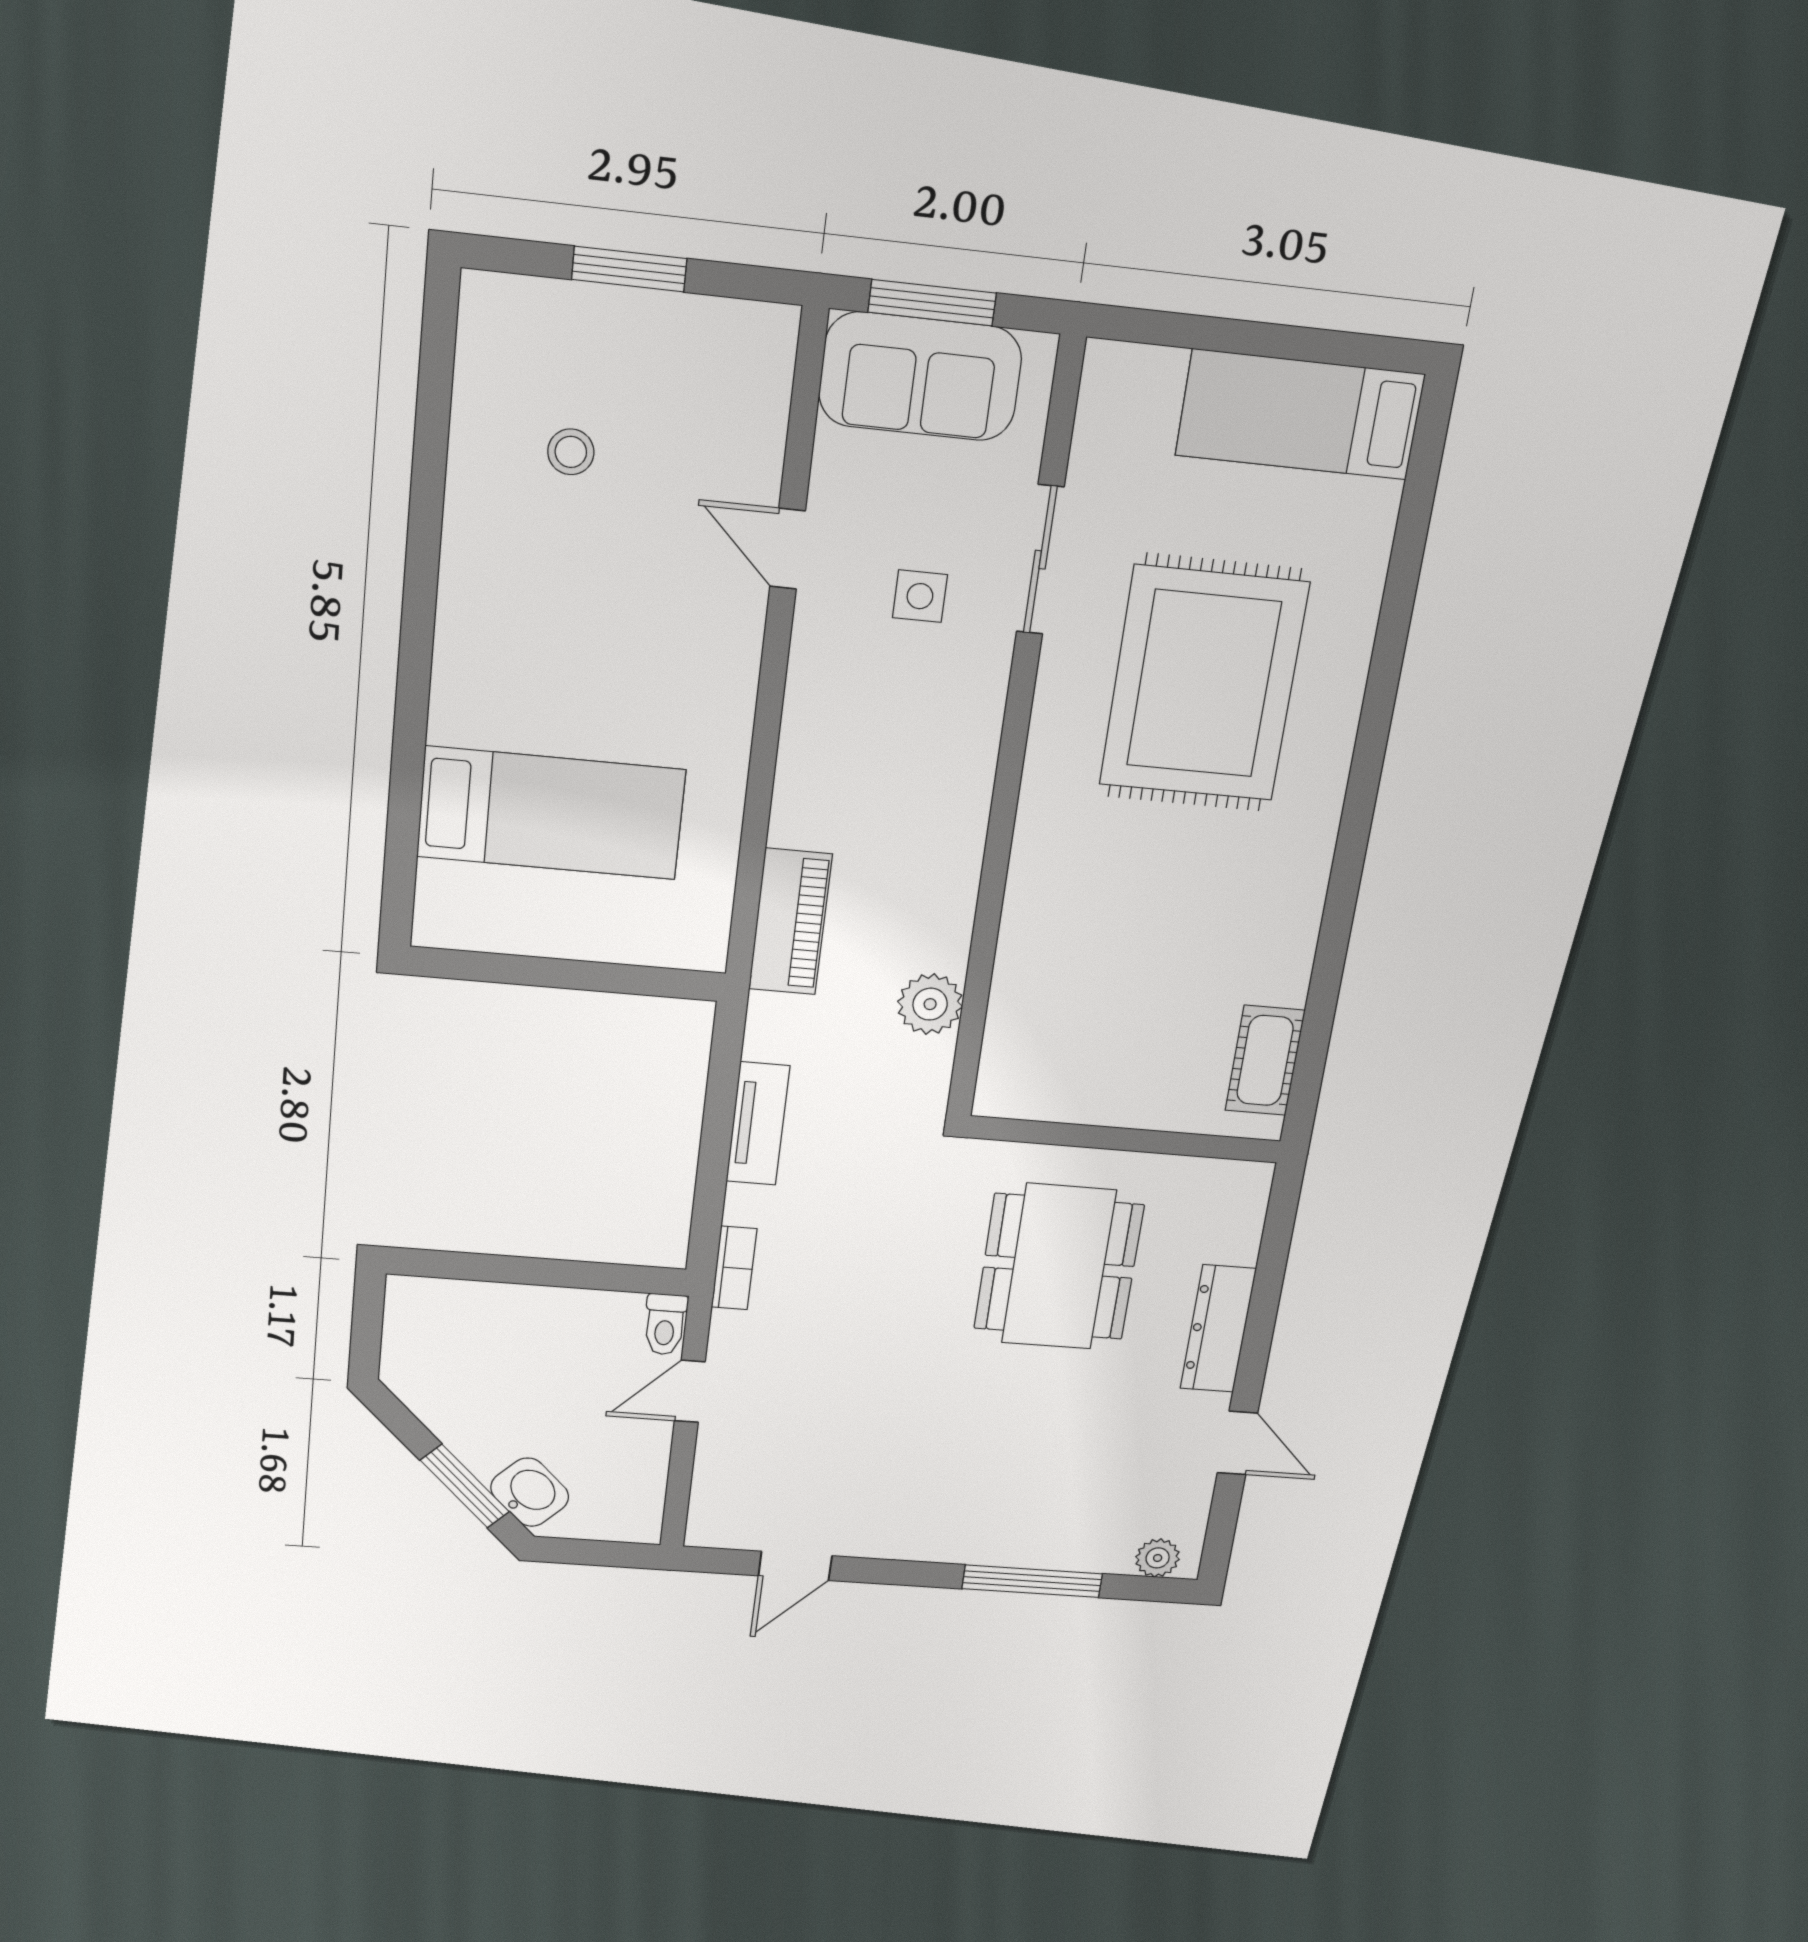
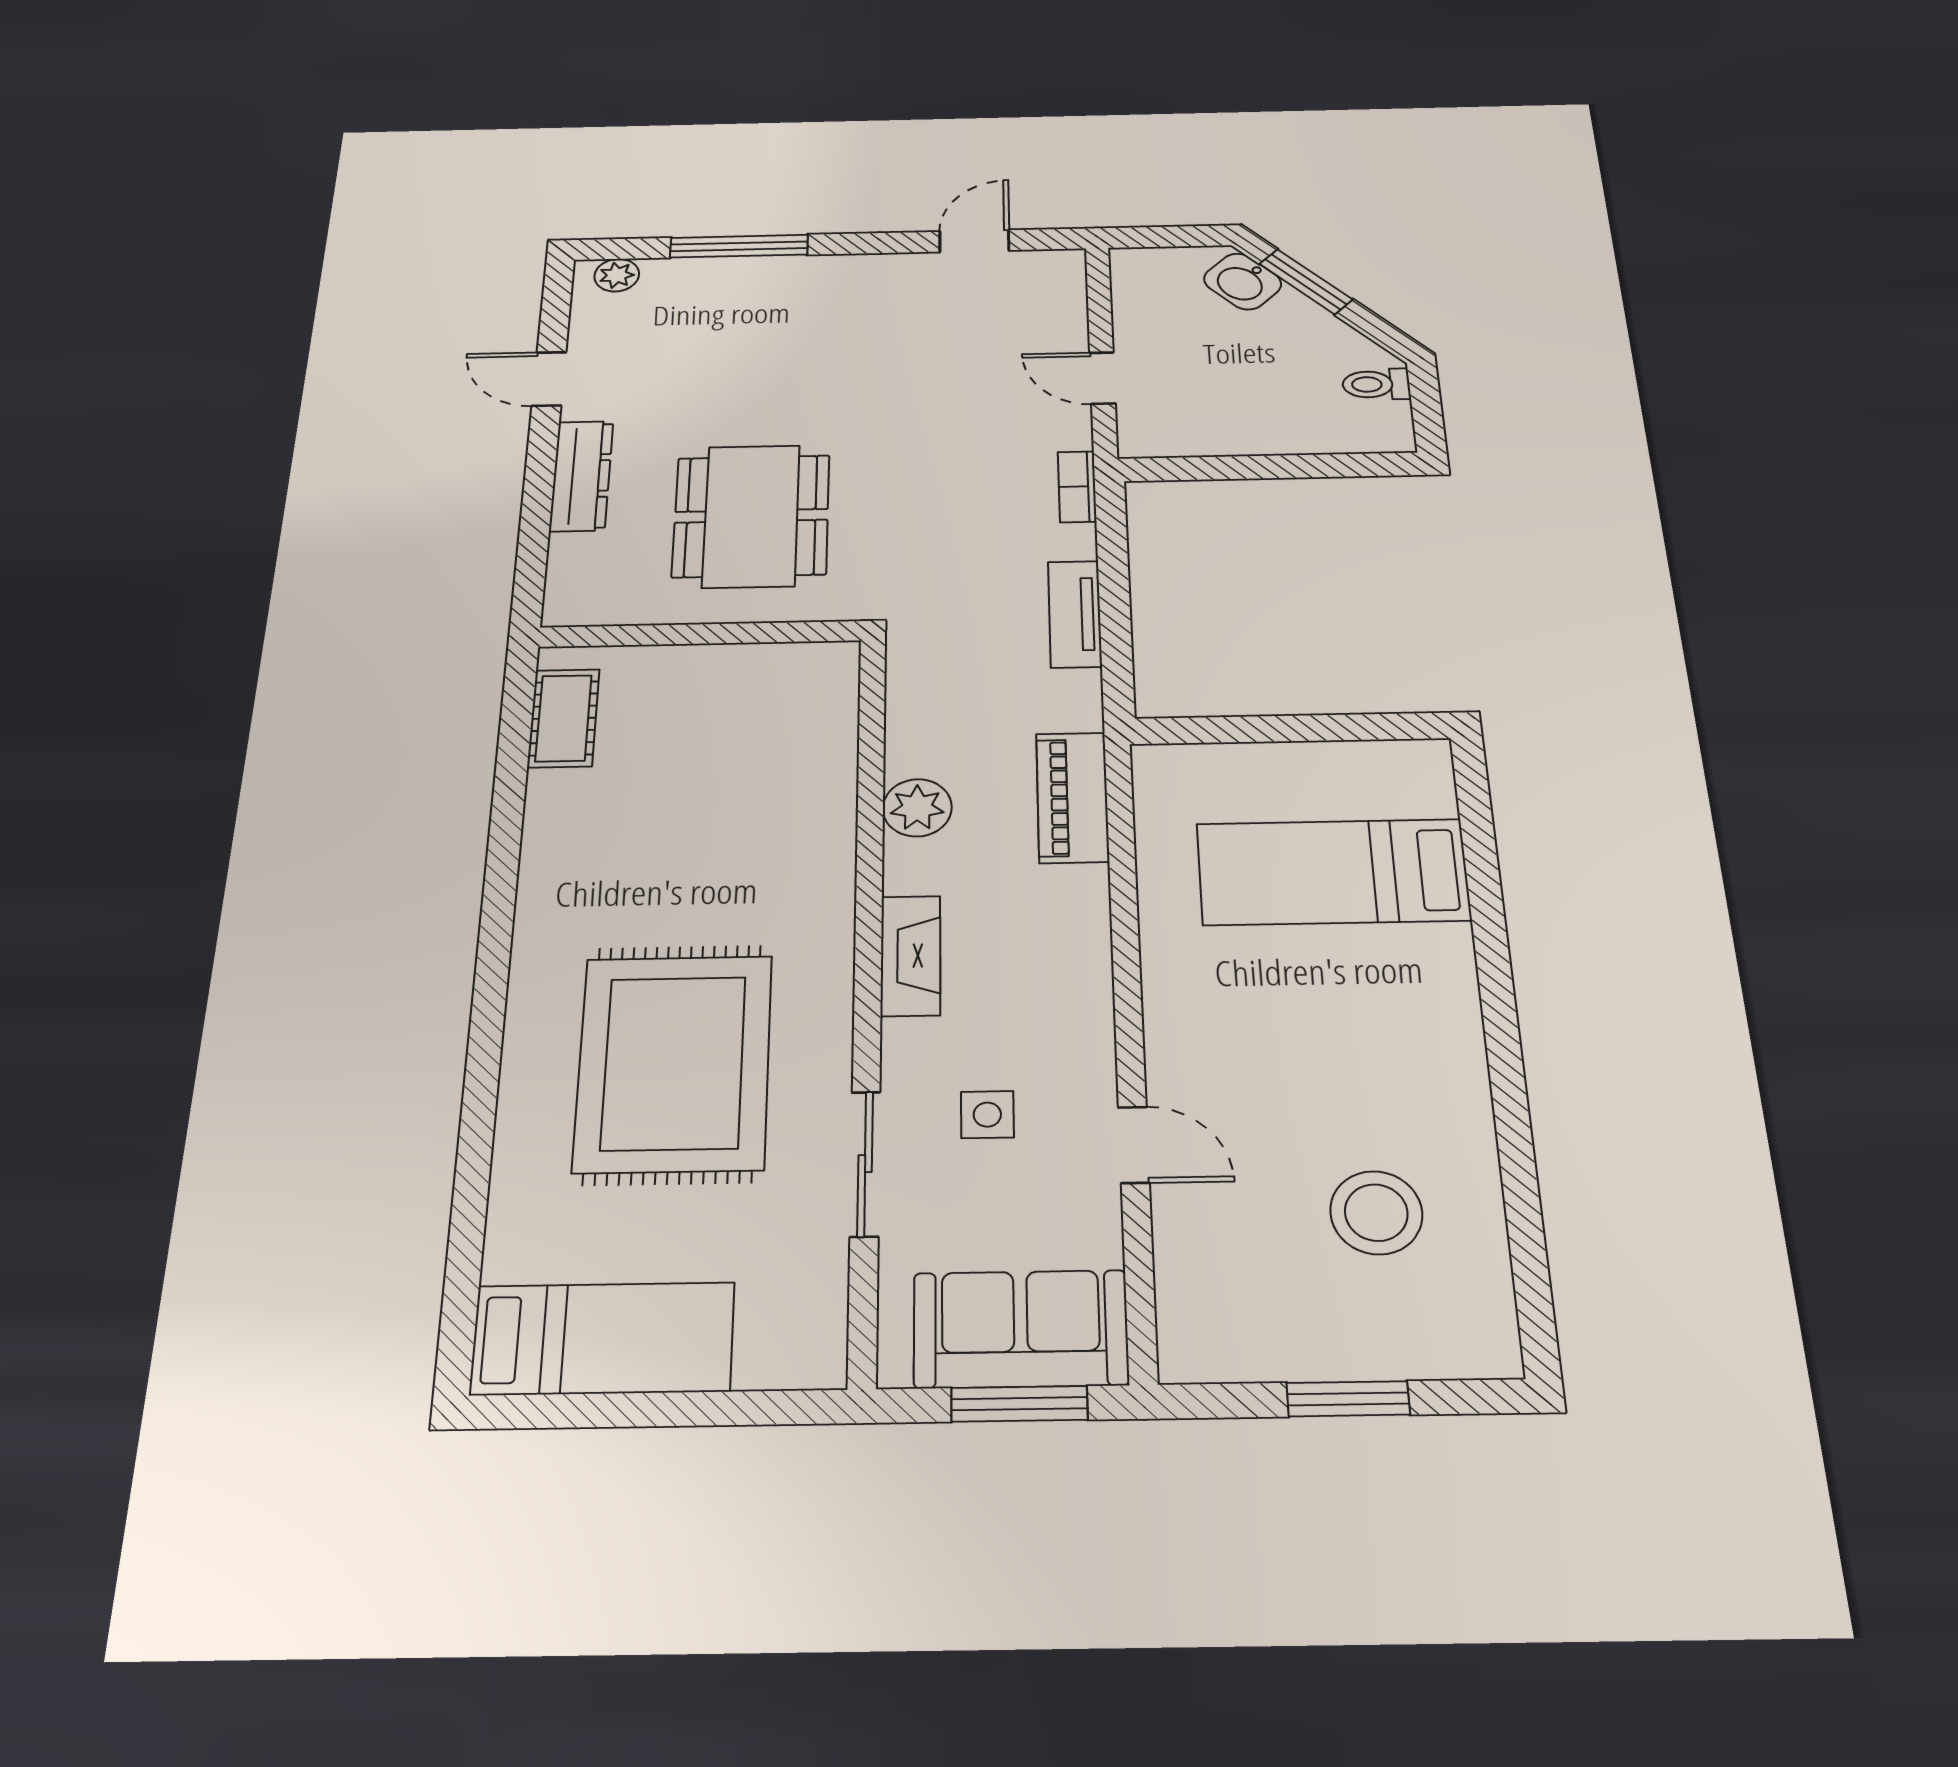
stool: (571, 452) -> (1376, 1213), width x1.89, depth x1.89
fireplace: (969, 770) -> (911, 956), added
plant: (930, 1004) -> (917, 808), moved
toilet: (665, 1324) -> (1376, 384), moved, turned -90
door: (690, 1391) -> (1102, 378), swing flipped

